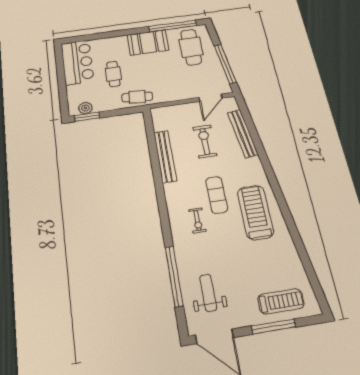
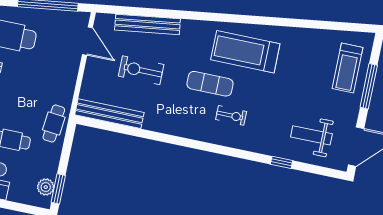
bench: (165, 156) -> (109, 114), moved
window: (174, 276) -> (282, 162), width x0.32
treadmill: (281, 301) -> (347, 68), turned 180

